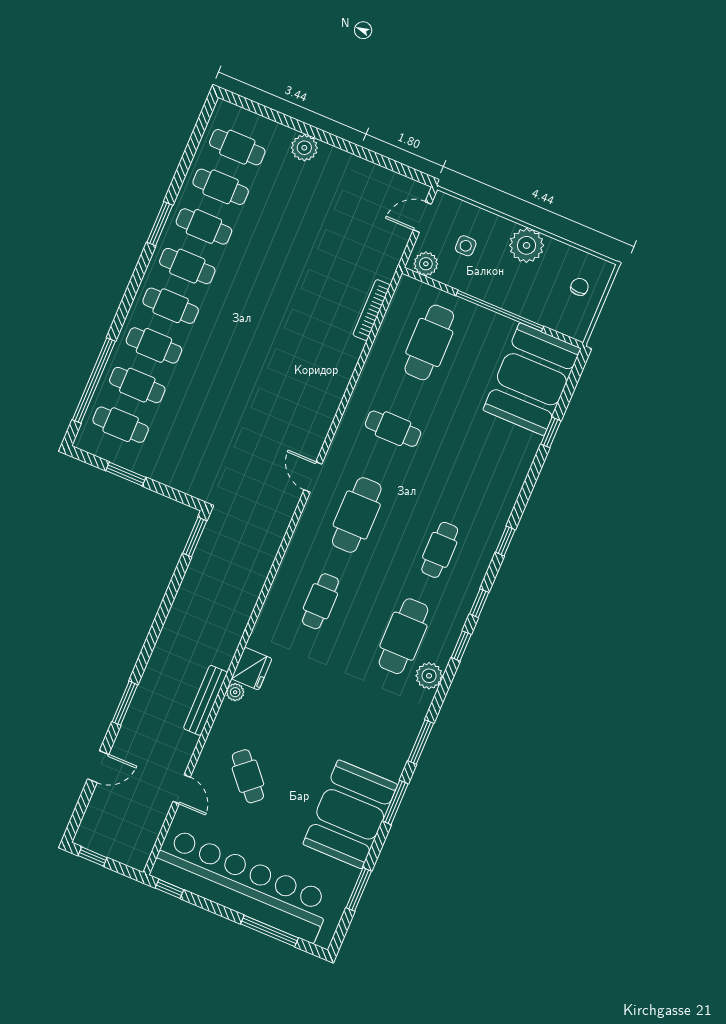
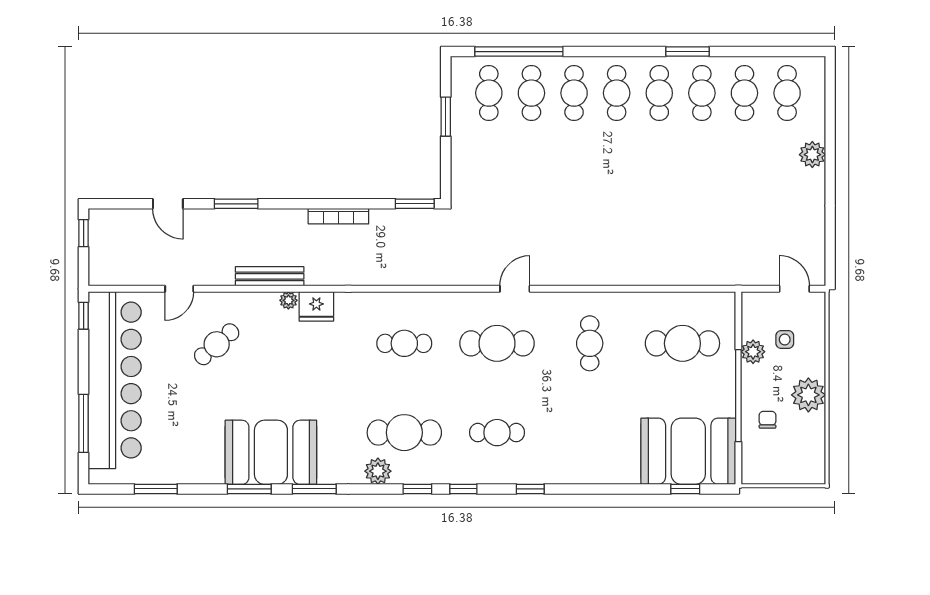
plant: (426, 264) -> (753, 352), moved
chair: (579, 287) -> (768, 420), moved, turned -90
bookcase: (372, 310) -> (338, 216), moved, turned 180
window: (551, 432) -> (685, 489), moved
booth: (350, 814) -> (271, 452), moved

